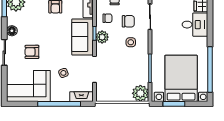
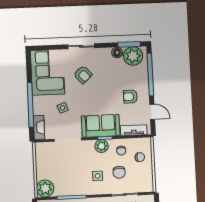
floor lamp: (12, 31) -> (117, 53), moved
armchair: (32, 52) -> (83, 75), turned 138

